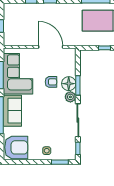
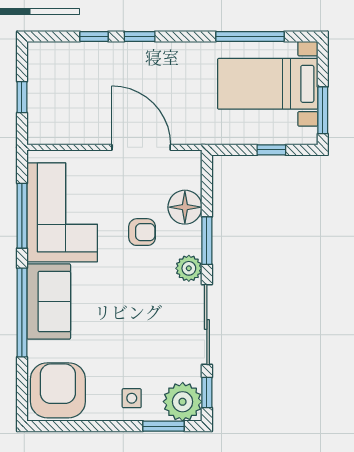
floor lamp: (69, 84) -> (185, 207), moved
armchair: (16, 147) -> (58, 390), turned -90
plant: (68, 152) -> (183, 402), added

